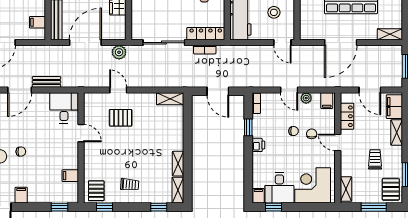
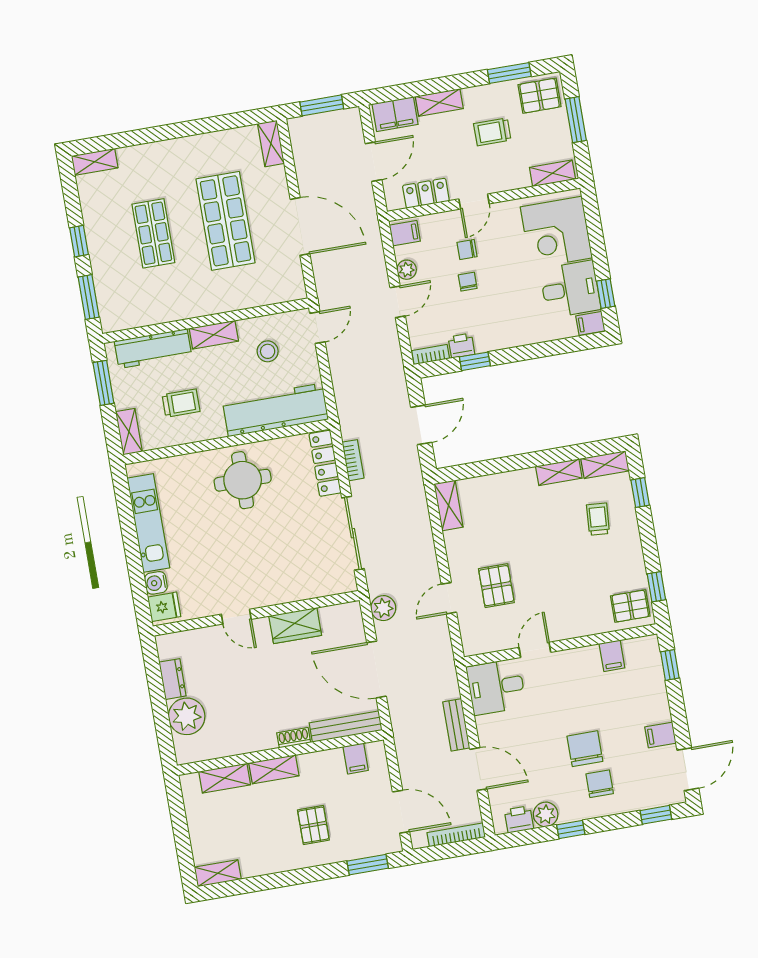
printer: (258, 145) -> (461, 346), moved
chair: (21, 152) -> (585, 749), width x1.87, depth x1.87
trolley: (130, 185) -> (598, 519), moved

